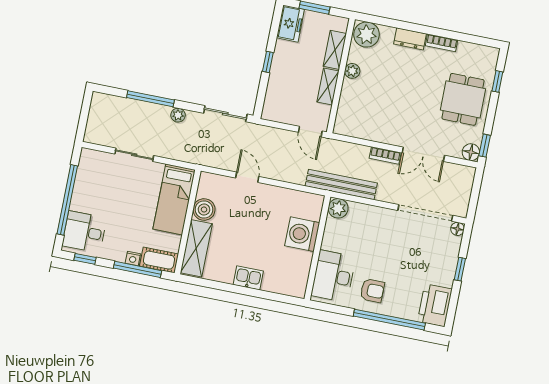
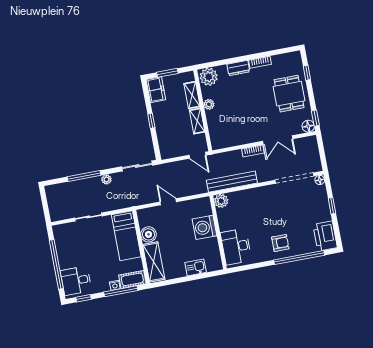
plant: (338, 208) -> (221, 201), moved
washing machine: (302, 234) -> (204, 227), moved
wall: (317, 248) -> (218, 232), moved
desk: (333, 276) -> (236, 247), moved

